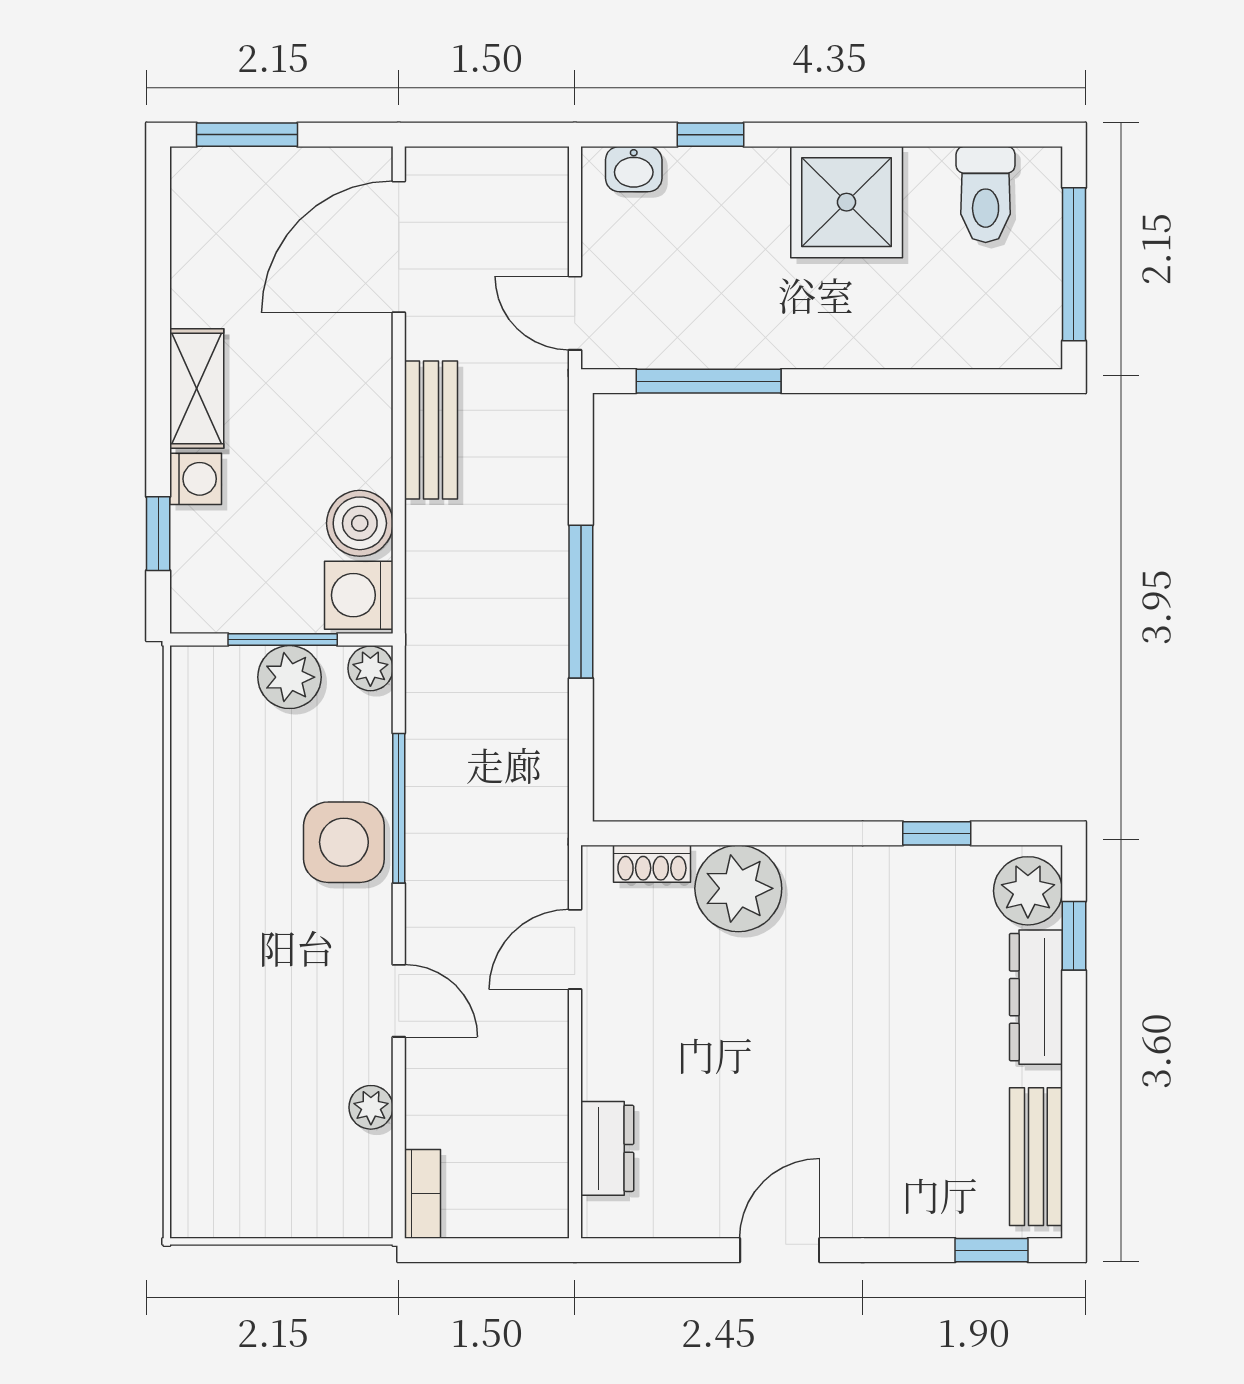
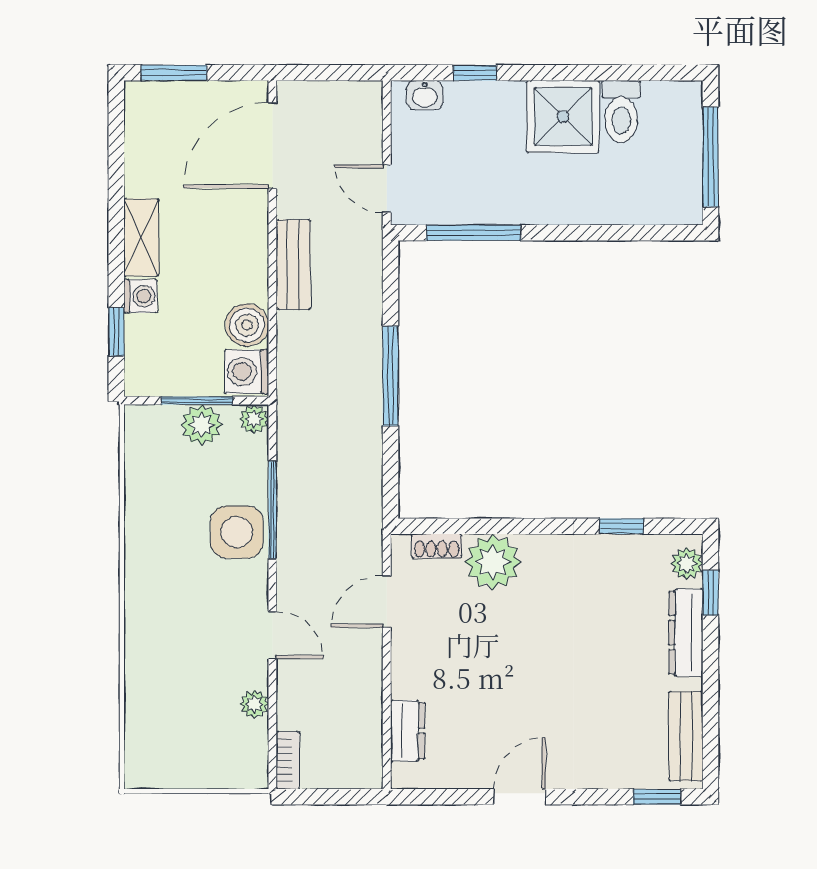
toilet: (986, 195) -> (621, 112), moved
plant: (1028, 891) -> (687, 564), width x0.73, depth x0.73

